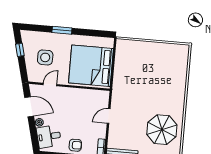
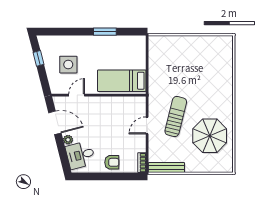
window: (62, 30) -> (105, 32), moved
bed: (91, 66) -> (122, 81), width x0.49
sun lounger: (134, 110) -> (176, 117), added

